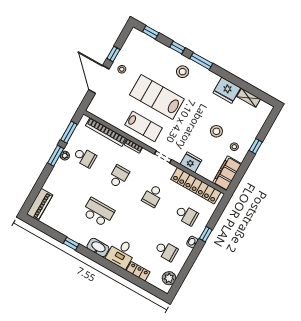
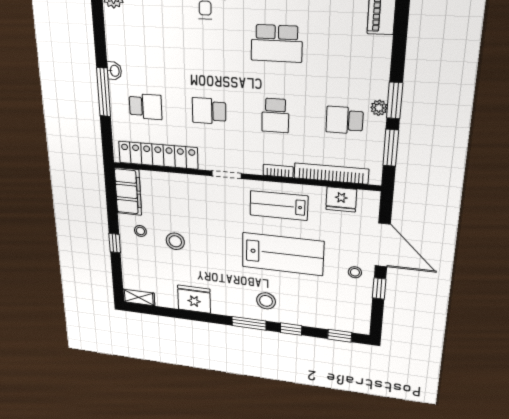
shelving: (249, 98) -> (139, 297), moved
fridge: (191, 162) -> (341, 199), moved
school desk: (153, 196) -> (209, 111), turned -90
school desk: (187, 215) -> (146, 107), turned 180
window: (206, 234) -> (104, 92), width x2.17
school desk: (166, 251) -> (142, 37), removed

